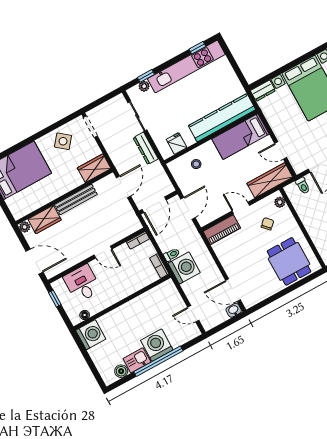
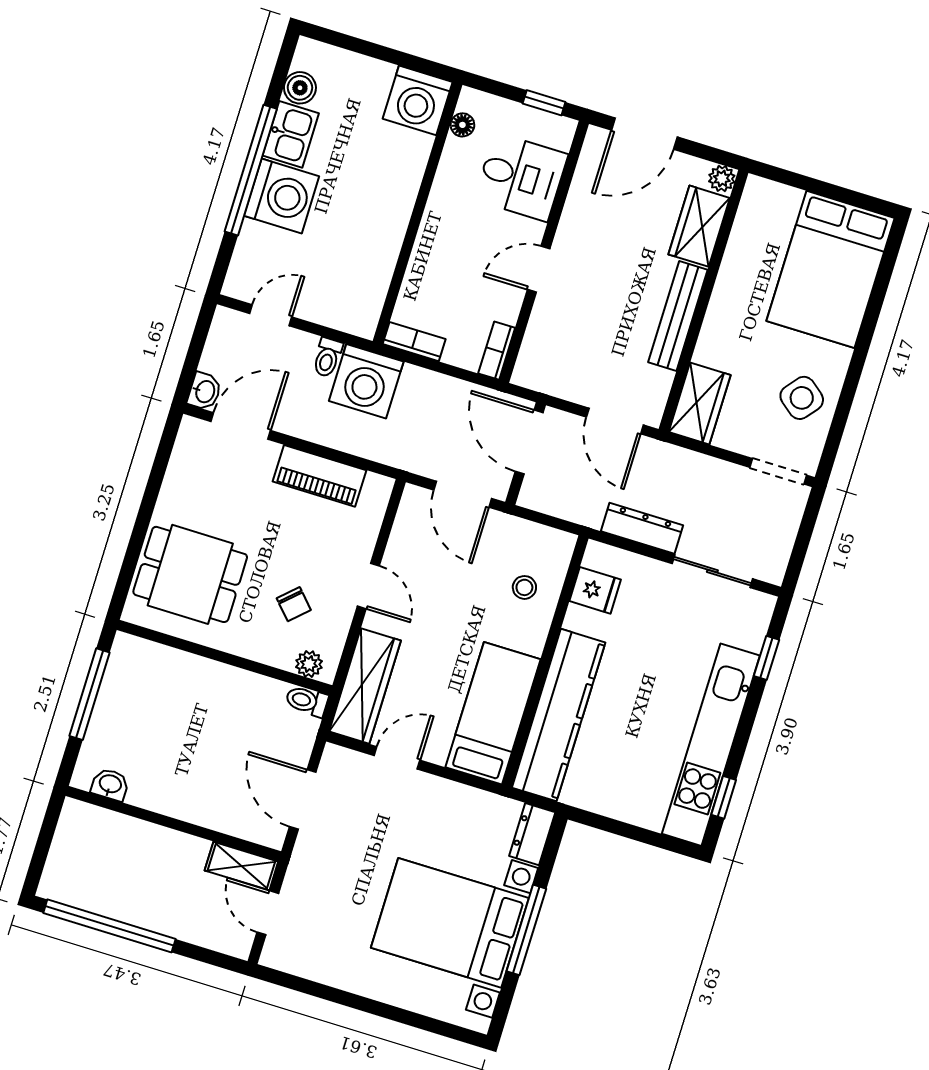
window: (291, 65) -> (526, 930), added
plant: (144, 86) -> (752, 636), removed
toilet: (303, 186) -> (307, 701), moved
door: (241, 208) -> (368, 586), hinge flipped
piano: (222, 230) -> (320, 476), moved, turned -90
toilet: (172, 255) -> (327, 357), moved

